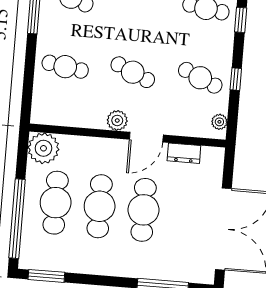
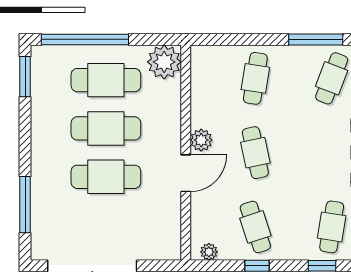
cafe table: (133, 72) -> (255, 153), turned -36
cafe table: (200, 78) -> (255, 227), turned -42
door: (146, 137) -> (186, 173), swing flipped
dresser: (184, 153) -> (171, 216), removed

